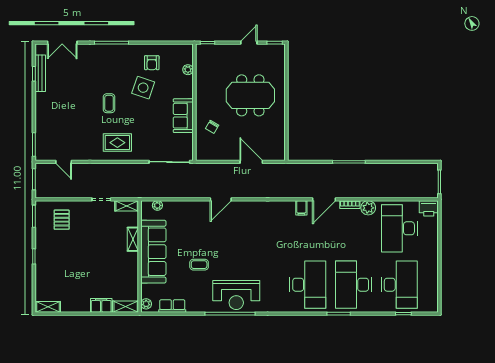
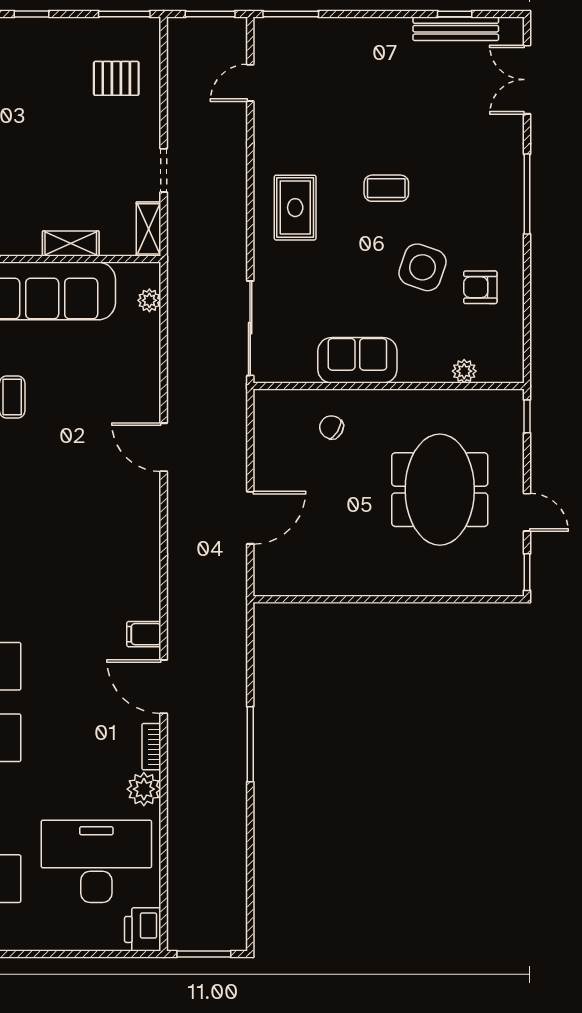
meeting table: (250, 95) -> (440, 490), moved

